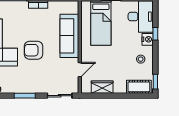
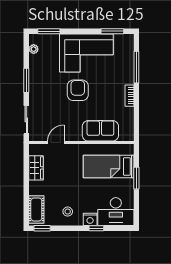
sofa: (69, 36) -> (100, 131), width x0.73
door: (80, 70) -> (56, 143), swing flipped

